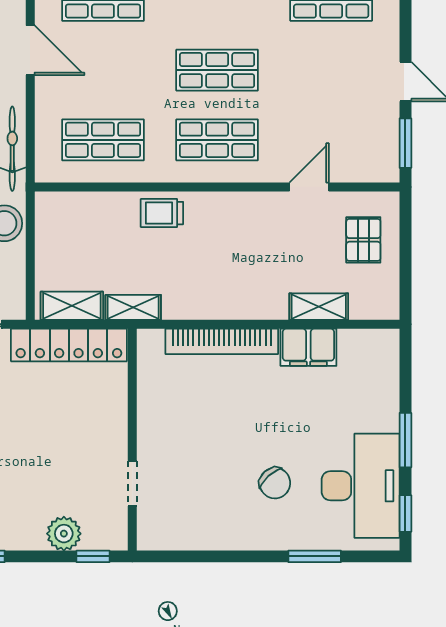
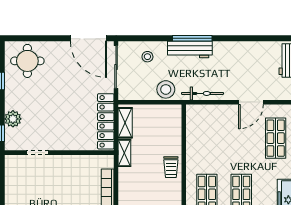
shop shelf: (103, 140) -> (207, 138), removed
trolley: (162, 213) -> (171, 167), turned 180

